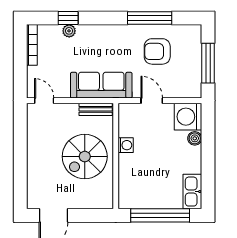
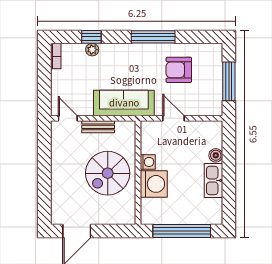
window: (150, 18) -> (153, 37), moved
bookcase: (32, 45) -> (56, 56), width x0.64
bench: (96, 109) -> (98, 127), moved
washing machine: (188, 117) -> (154, 184), moved, turned 180
kitchen sink: (192, 192) -> (213, 181), moved

